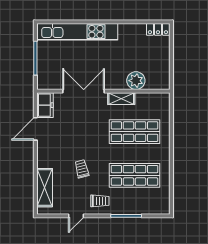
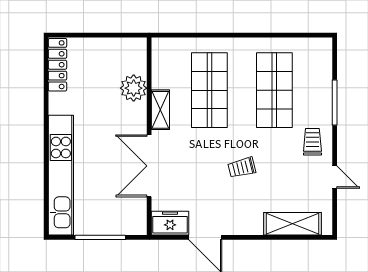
locker: (158, 29) -> (57, 65), width x1.53
trolley: (82, 169) -> (242, 168), moved

